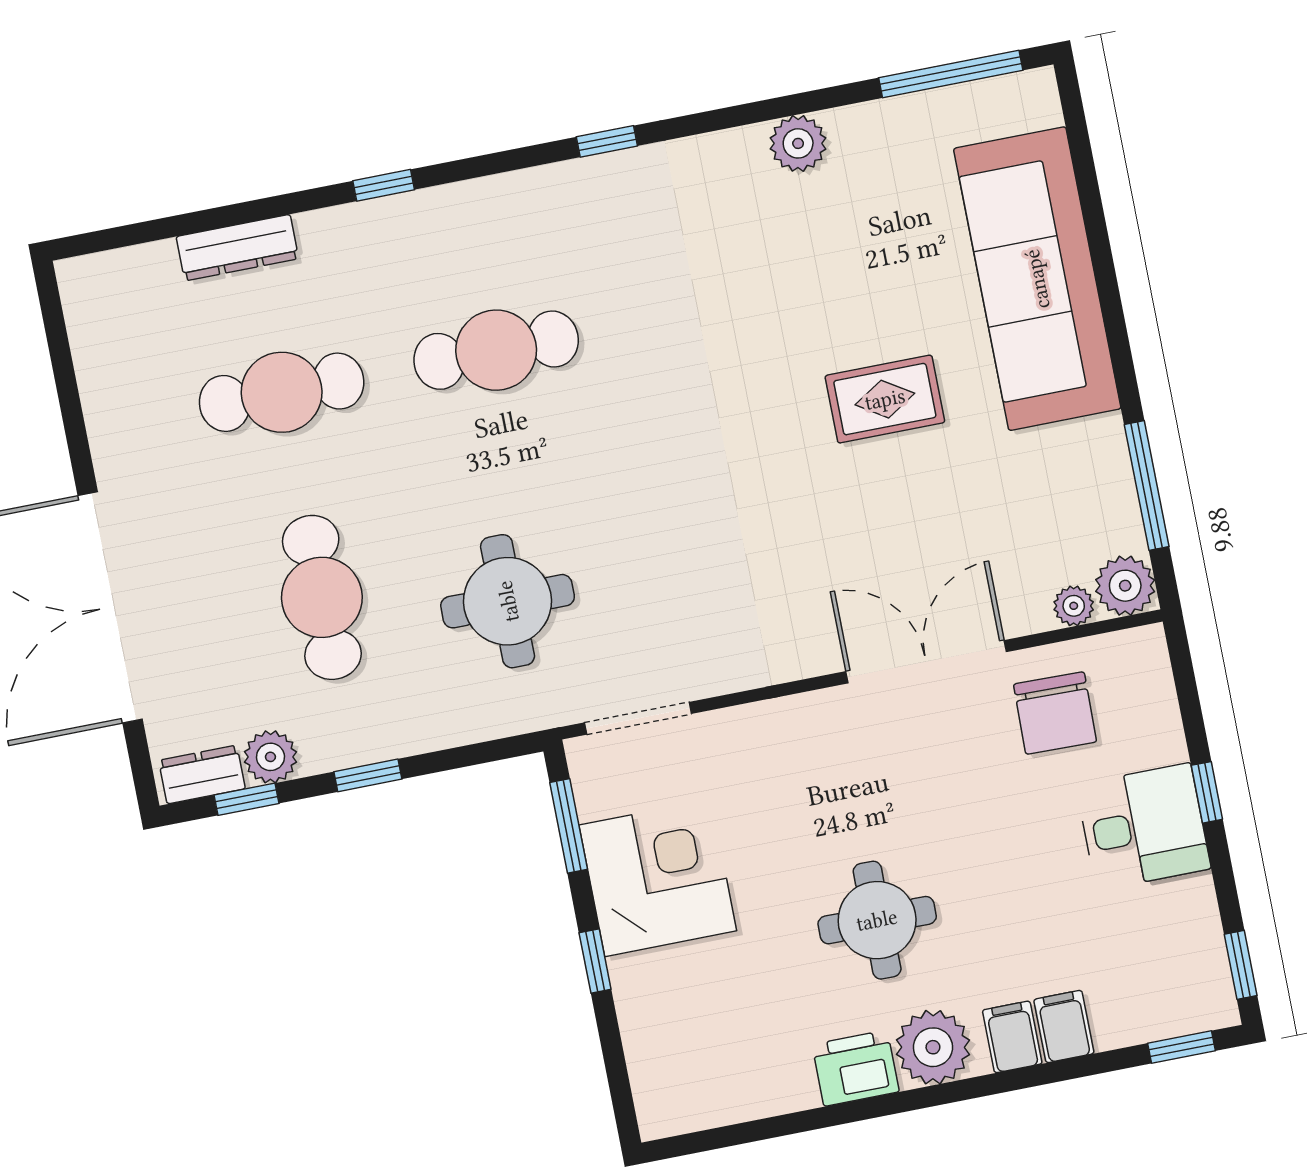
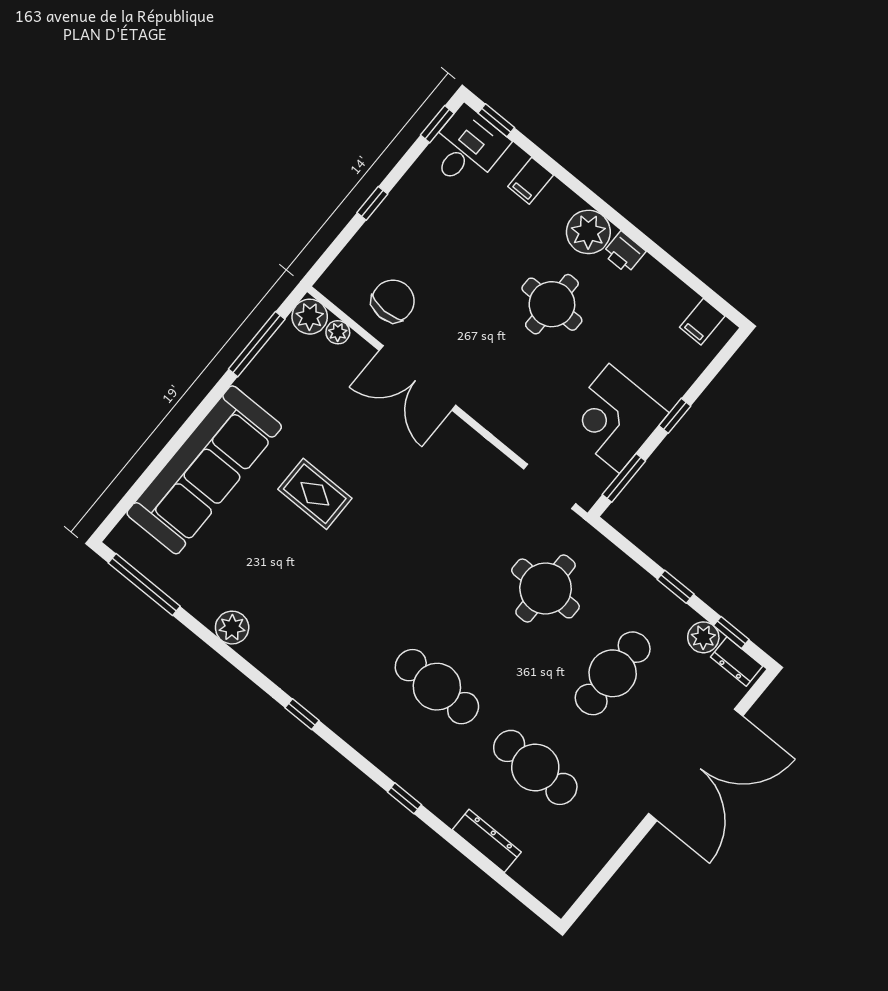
desk: (1143, 827) -> (467, 148), moved, turned 90
filing cabinet: (1012, 1037) -> (702, 322), moved
printer: (856, 1068) -> (624, 252), width x0.73, depth x0.81

